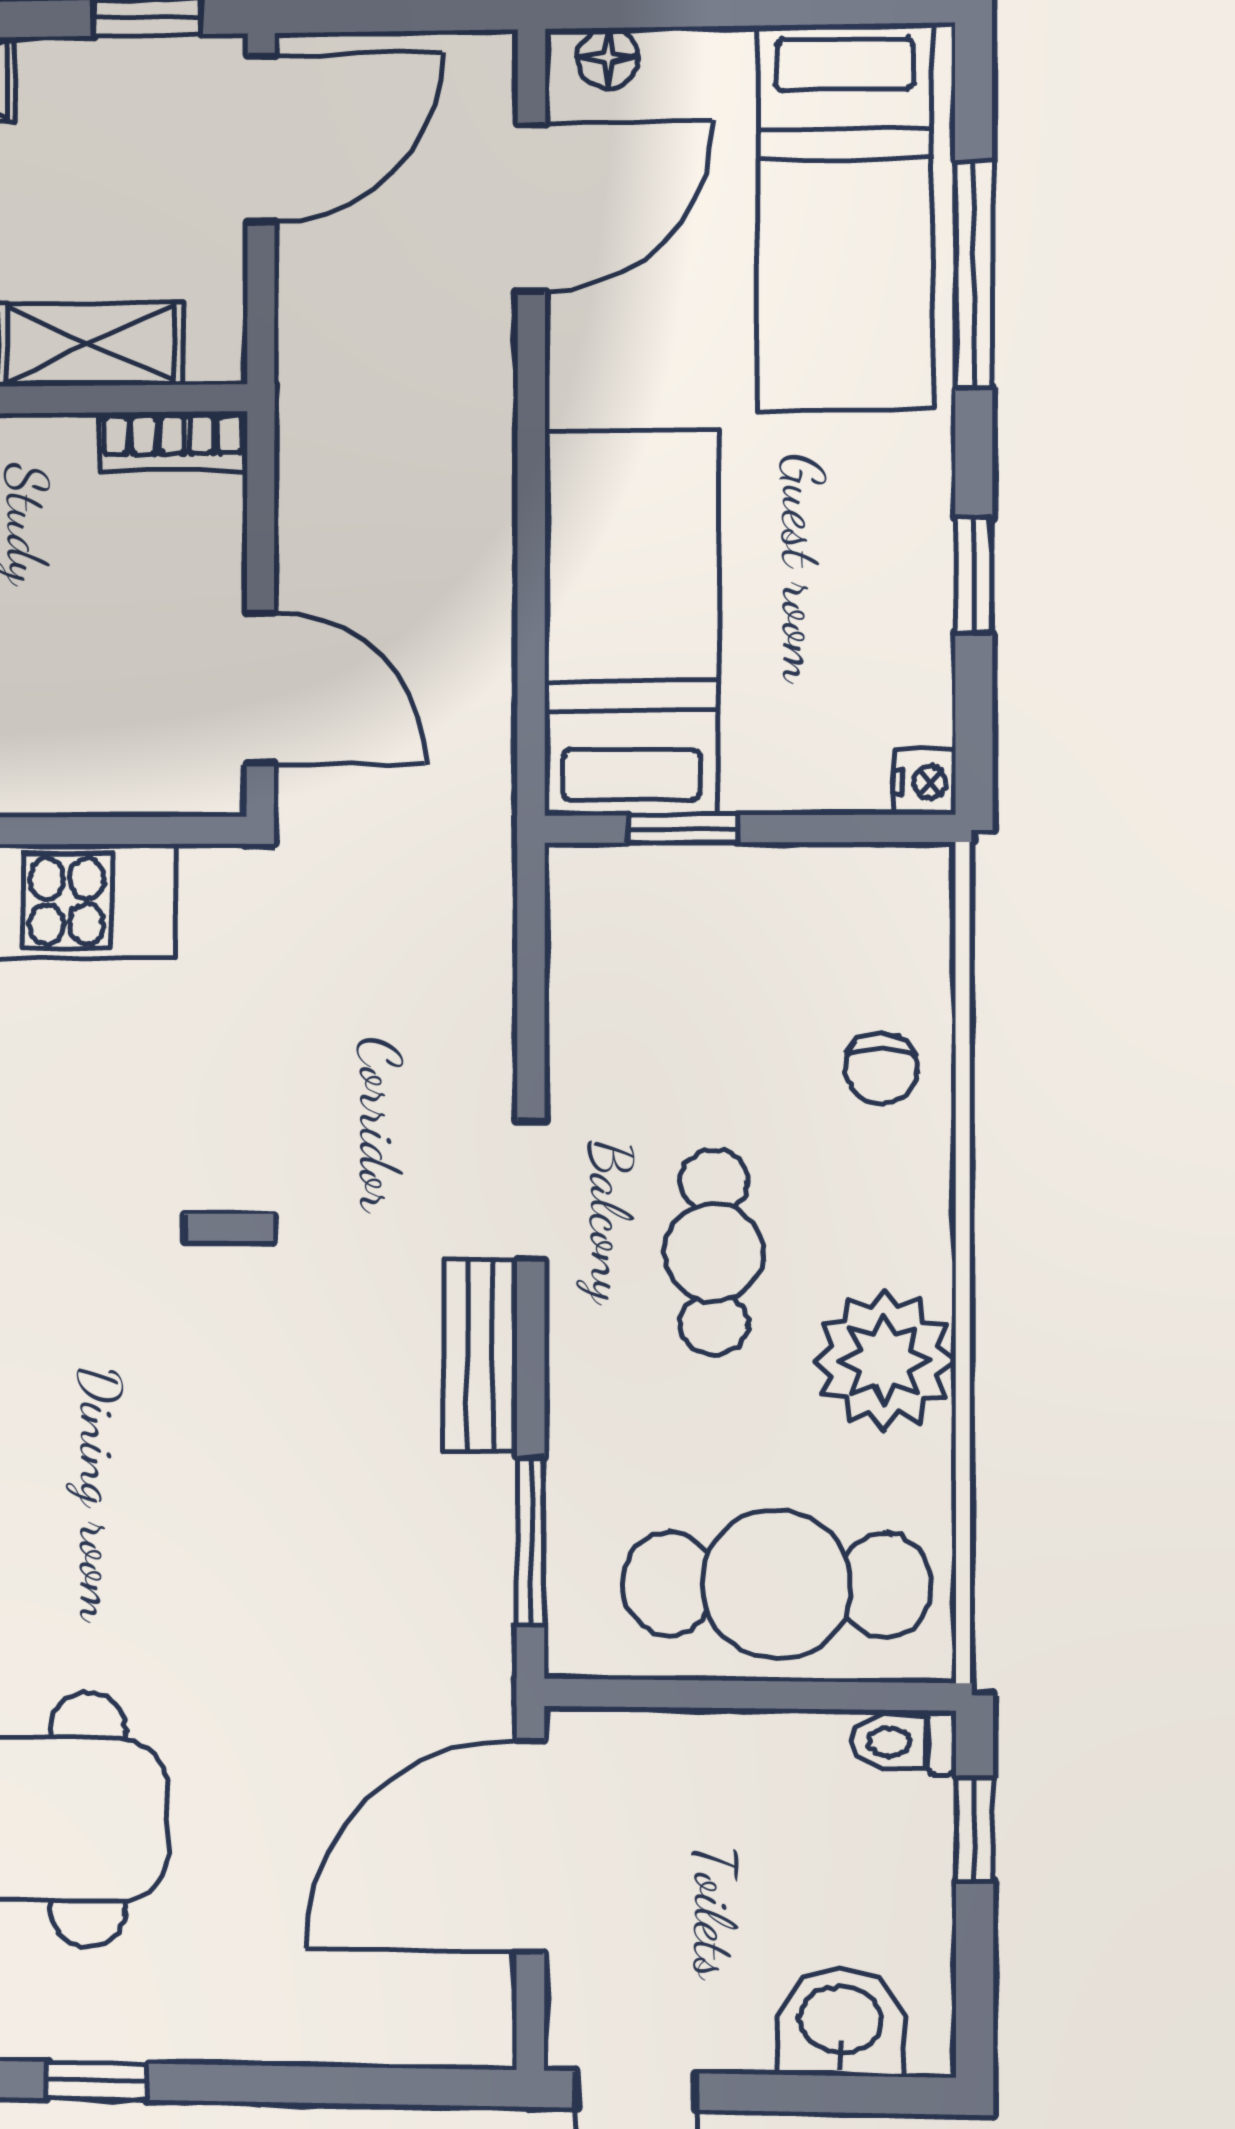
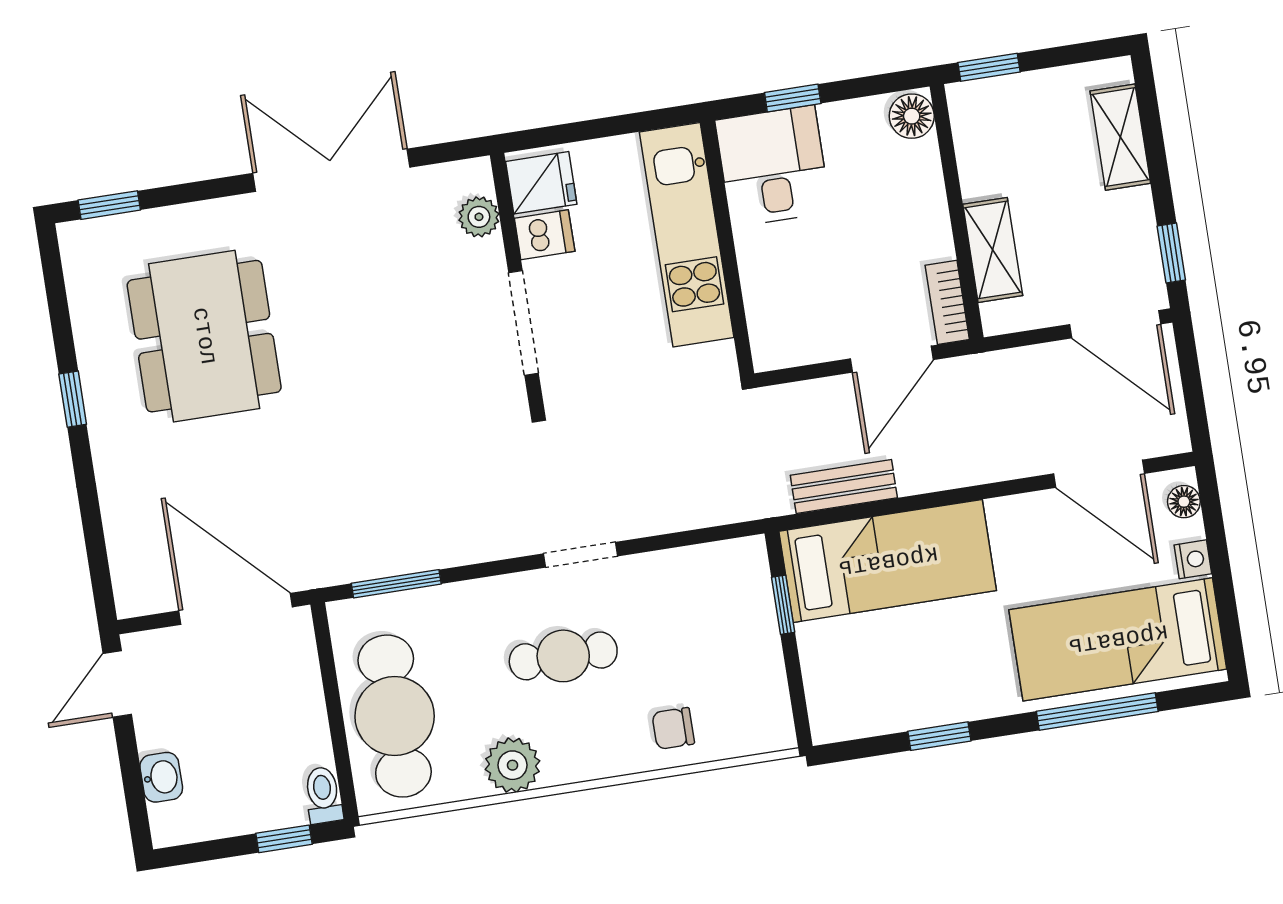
door: (260, 688) -> (892, 359), moved
nightstand: (925, 782) -> (1193, 559), moved, turned -90
bench: (481, 1355) -> (844, 486), moved
plant: (884, 1361) -> (513, 765), width x0.73, depth x0.73
washbasin: (840, 2023) -> (161, 777), width x0.72, depth x0.69

